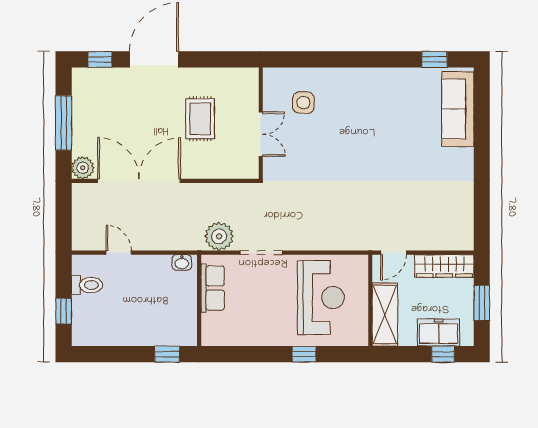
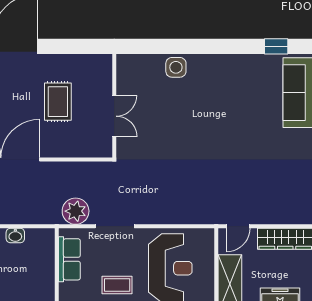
side table: (303, 103) -> (176, 67), moved
washbasin: (182, 262) -> (15, 236), moved
coffee table: (264, 316) -> (117, 285), added

